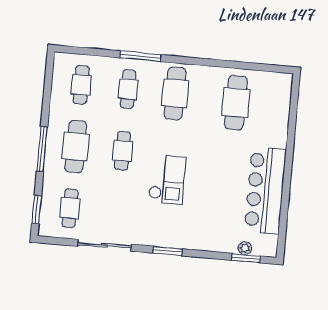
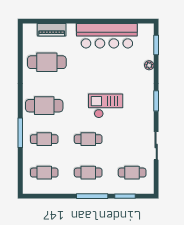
piano: (281, 113) -> (52, 30), added
cafe table: (76, 146) -> (88, 173), width x0.73, depth x0.74
window: (37, 210) -> (125, 196), moved
sliding door: (104, 245) -> (156, 146), width x0.73
plant: (245, 248) -> (149, 65), moved

